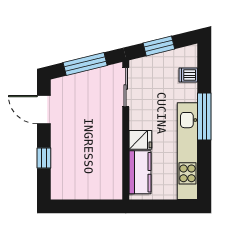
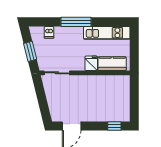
window: (85, 64) -> (42, 99), removed
kitchen unit: (187, 151) -> (107, 33), width x0.73
window: (44, 158) -> (114, 126), moved

